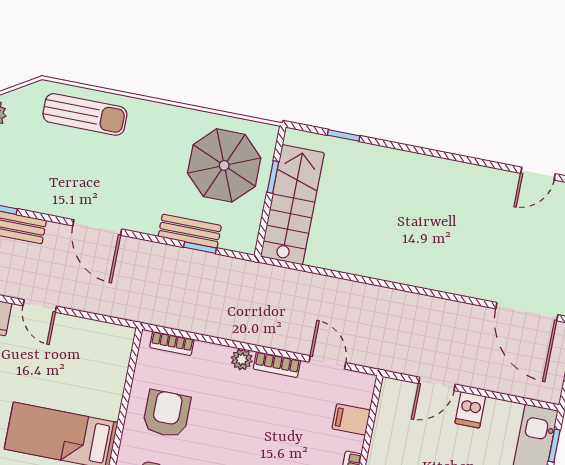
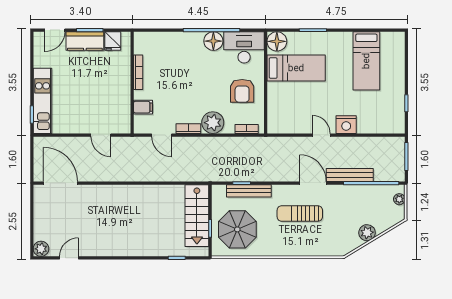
sun lounger: (85, 114) -> (300, 214), moved
door: (97, 227) -> (313, 183), moved
bench: (190, 231) -> (249, 191), width x1.36
plant: (242, 359) -> (213, 123), width x1.88, depth x1.88
door: (437, 384) -> (101, 135), swing flipped
dishwasher: (470, 410) -> (80, 125), removed

